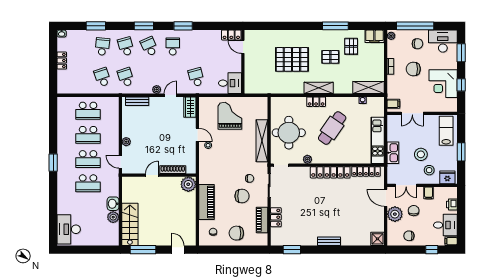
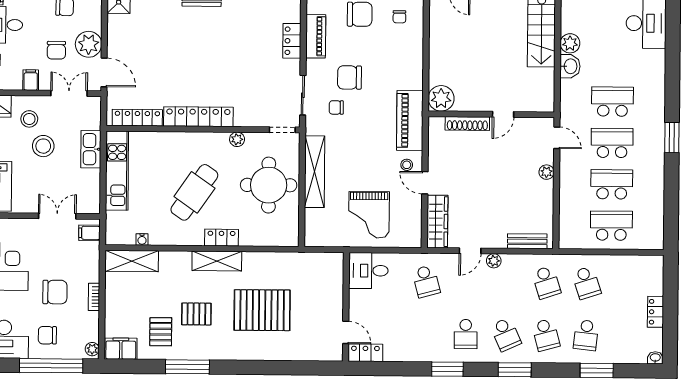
wardrobe: (190, 107) -> (437, 222), width x1.50
piano: (206, 202) -> (410, 120), moved

